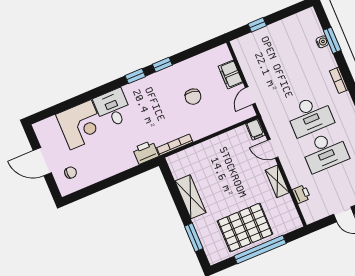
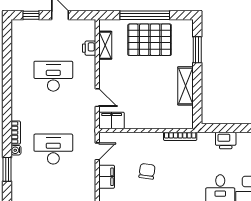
water cooler: (322, 42) -> (16, 150), moved
desk: (310, 116) -> (53, 149), moved
filing cabinet: (255, 129) -> (112, 120), width x2.00
printer: (146, 152) -> (226, 140), moved
shelving: (277, 181) -> (105, 45), moved

